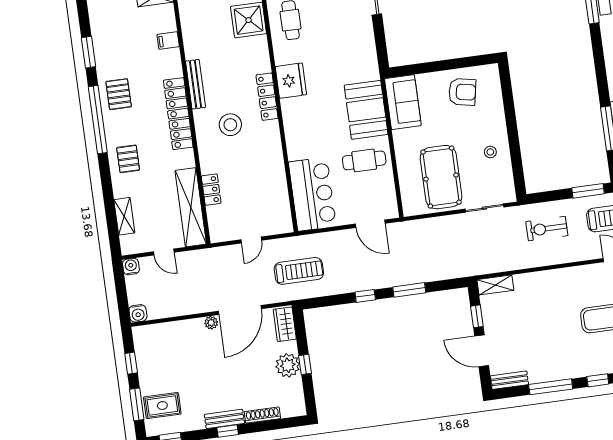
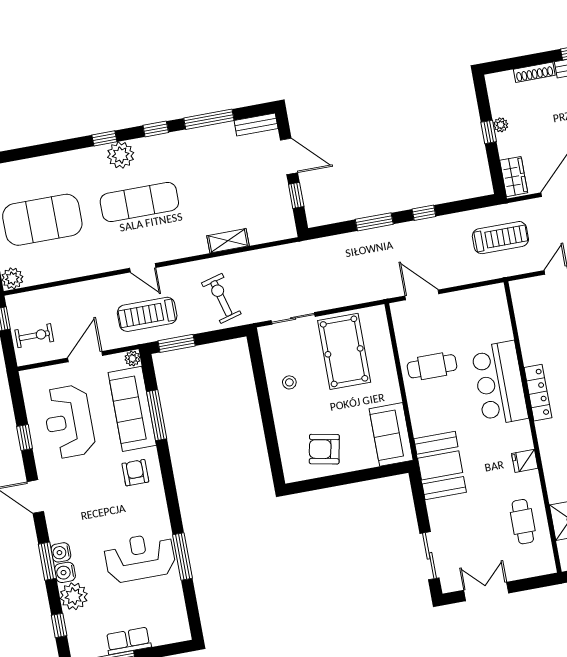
fridge: (291, 81) -> (525, 461), width x0.53, depth x0.75
locker: (267, 97) -> (538, 393), moved
booth: (366, 110) -> (440, 465), moved
bar counter: (312, 194) -> (500, 383), moved
exercise bike: (547, 229) -> (221, 298), turned -105
treadmill: (299, 271) -> (500, 238), turned 180
shelving: (495, 285) -> (228, 241), moved
plant: (288, 365) -> (501, 125), width x0.53, depth x0.53

